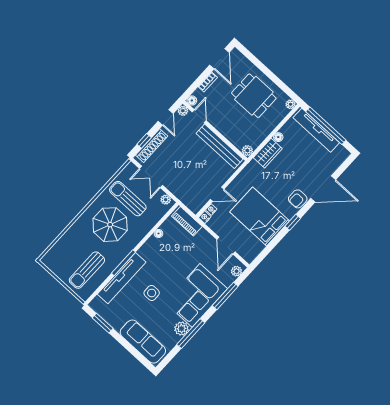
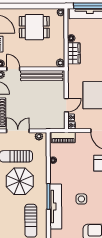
double door: (151, 177) -> (18, 131), swing flipped

